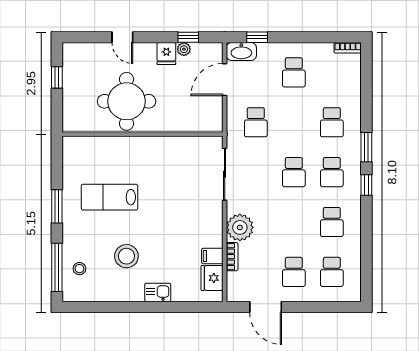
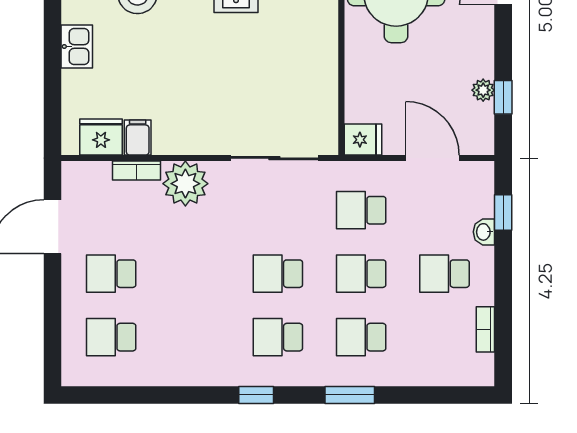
bookcase: (348, 48) -> (485, 329), moved
washbasin: (241, 52) -> (484, 232), moved, width x0.52, depth x0.69
fridge: (166, 54) -> (363, 140), moved, turned 180
window: (366, 147) -> (350, 395), moved
school desk: (332, 222) -> (361, 274), moved

